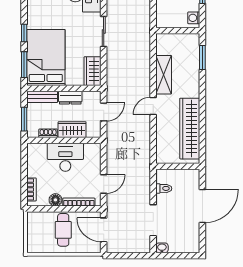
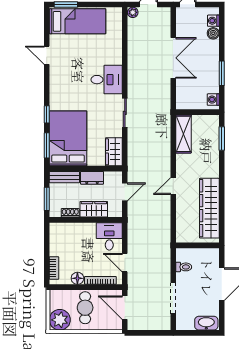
shelving: (164, 75) -> (184, 134), moved
desk: (65, 157) -> (109, 236), moved, width x0.73
door: (104, 184) -> (125, 263), swing flipped
plant: (37, 242) -> (60, 320), added
washbasin: (162, 248) -> (206, 323), moved, width x1.91, depth x1.45

